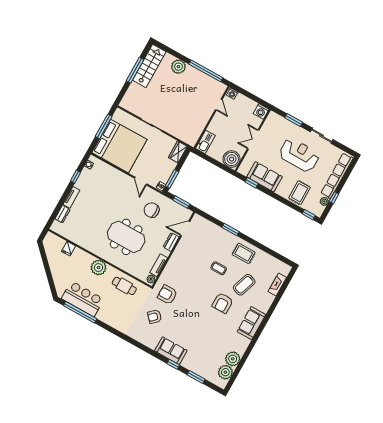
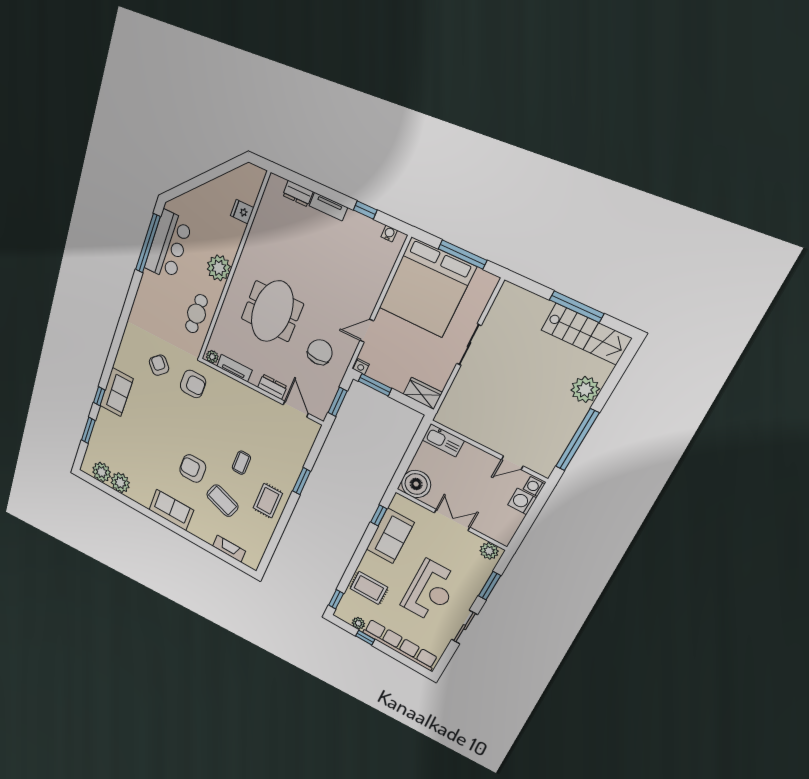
washing machine: (261, 111) -> (522, 501), moved
plant: (272, 119) -> (489, 551), added
armchair: (167, 295) -> (193, 384), turned 90

